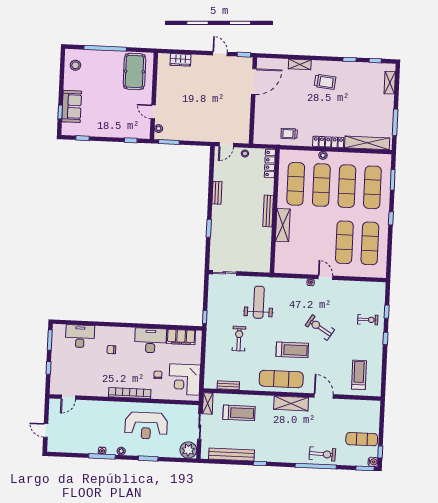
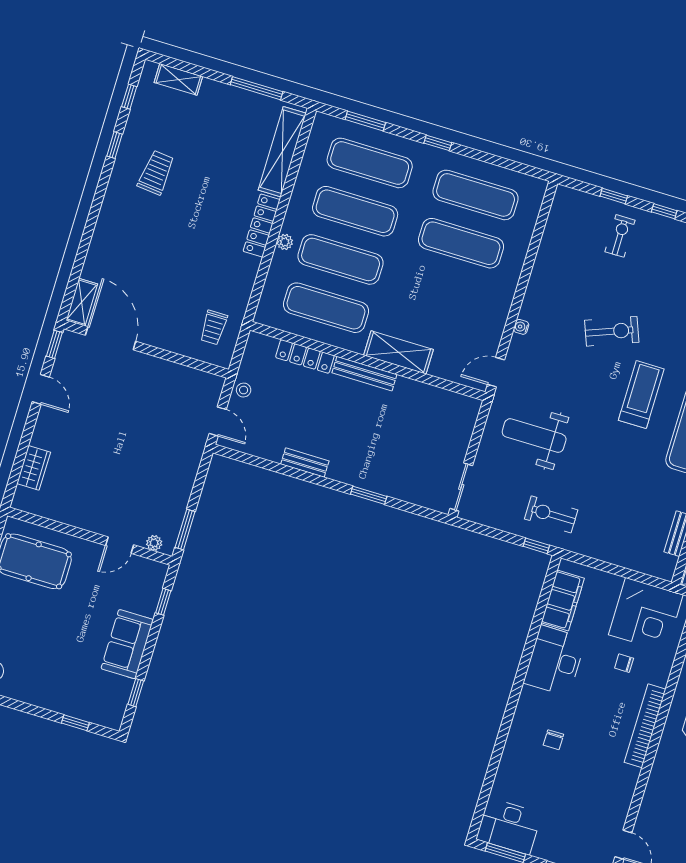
door: (220, 54) -> (41, 389), swing flipped
shelving: (300, 64) -> (82, 302), moved
trolley: (325, 82) -> (156, 173), moved
sofa: (72, 106) -> (127, 644), moved, turned -90
trolley: (289, 134) -> (214, 328), moved
locker: (270, 164) -> (305, 356), moved
door: (325, 277) -> (496, 372), moved
exercise bike: (320, 327) -> (612, 331), turned -143
desk: (80, 336) -> (509, 826), moved, turned -90
exercise bike: (239, 339) -> (551, 514), moved

